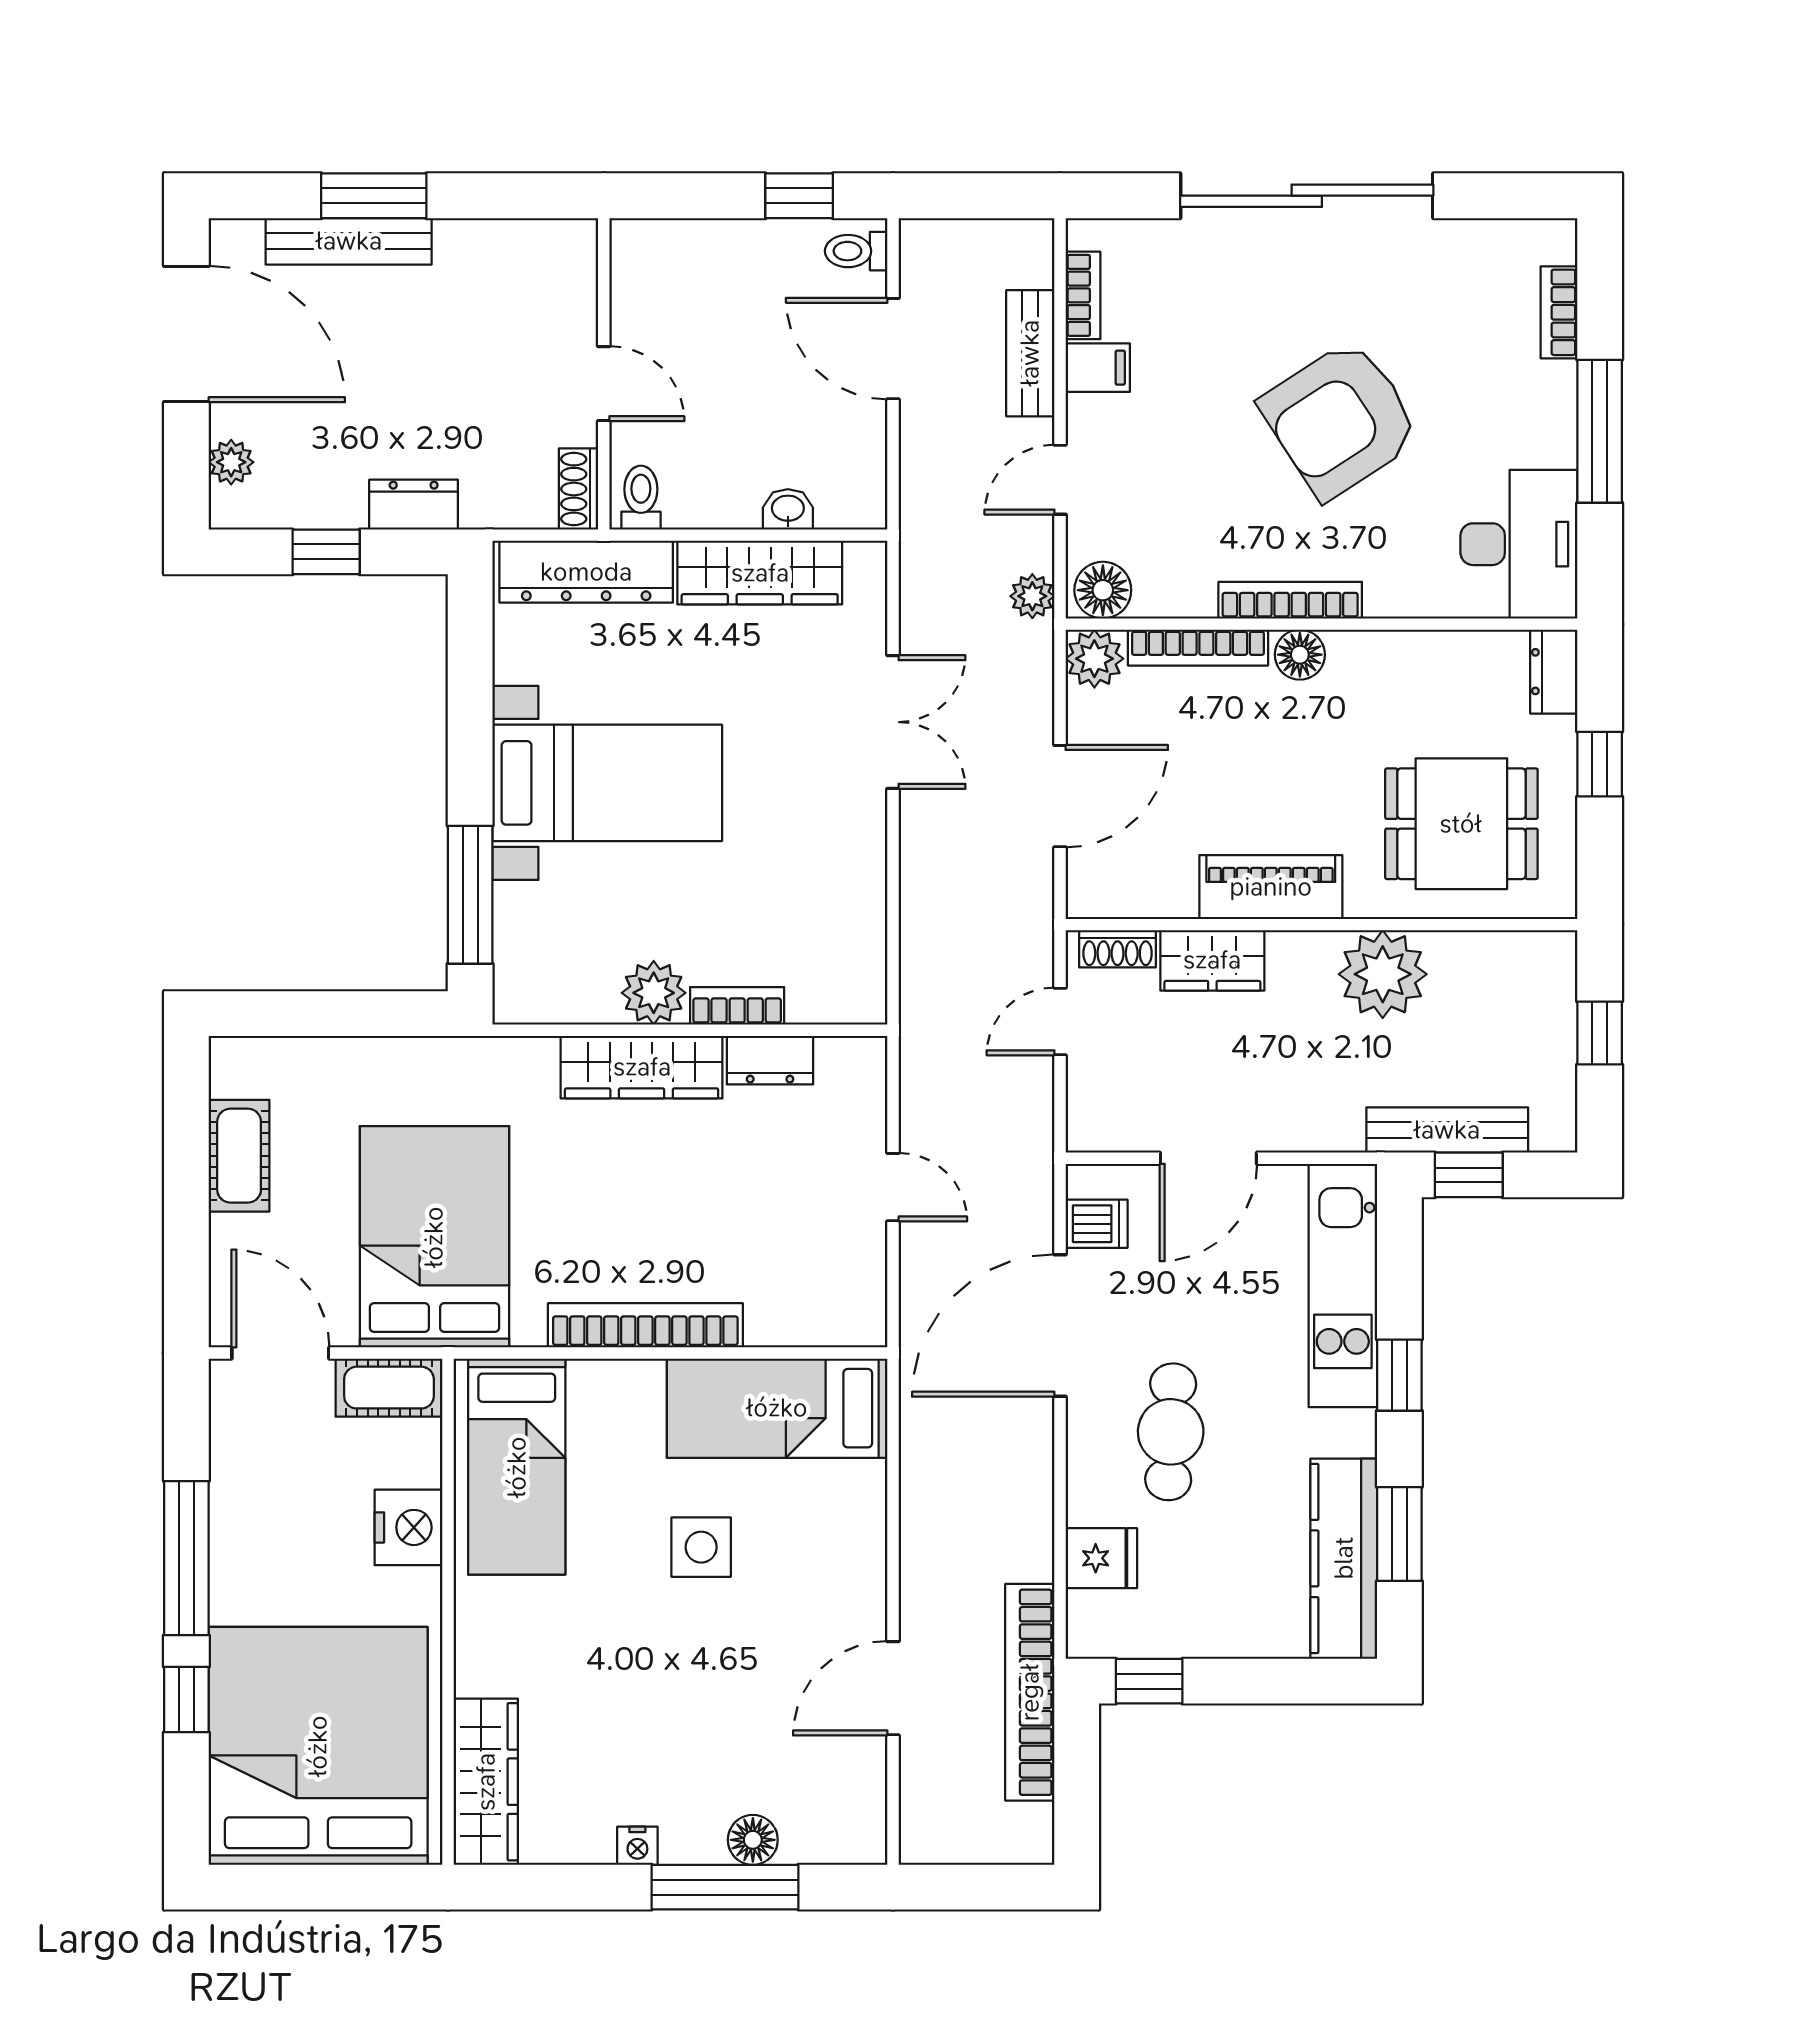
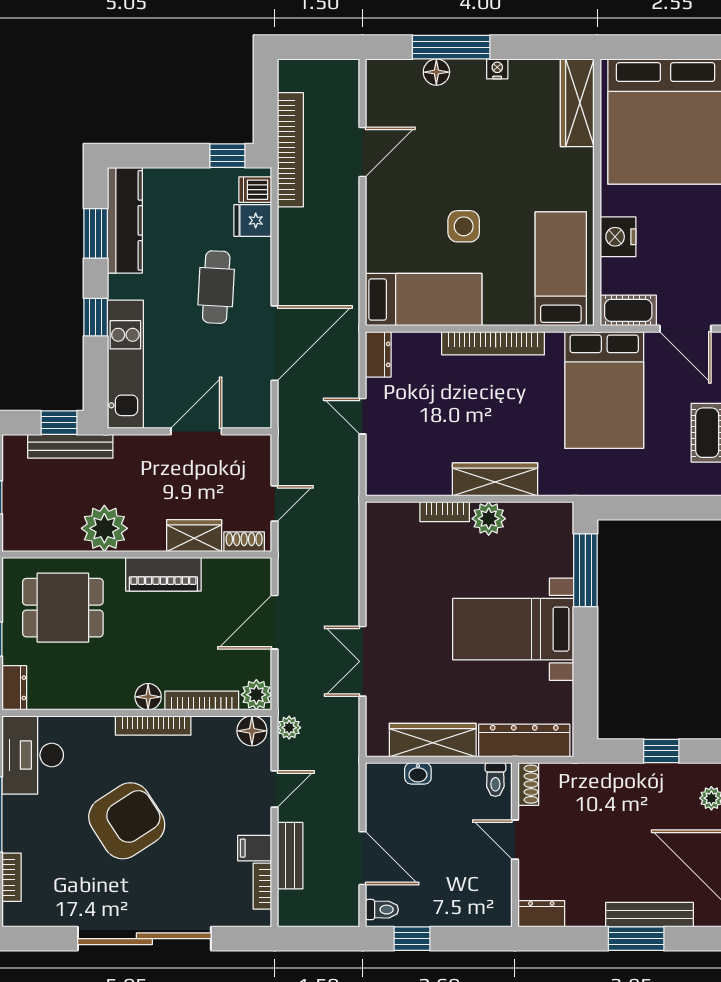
dresser: (414, 505) -> (541, 914), moved, turned 180
dresser: (770, 1060) -> (378, 354), moved, turned 90
dishwasher: (1097, 1224) -> (255, 190), moved

